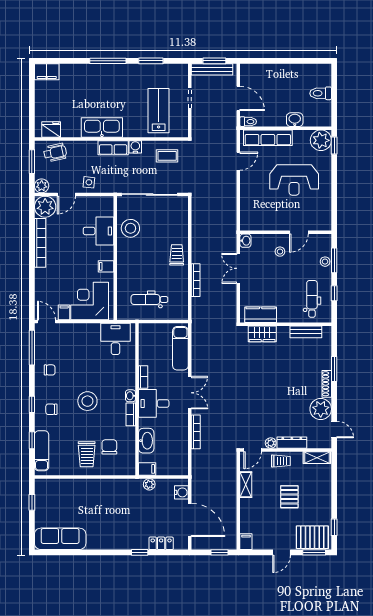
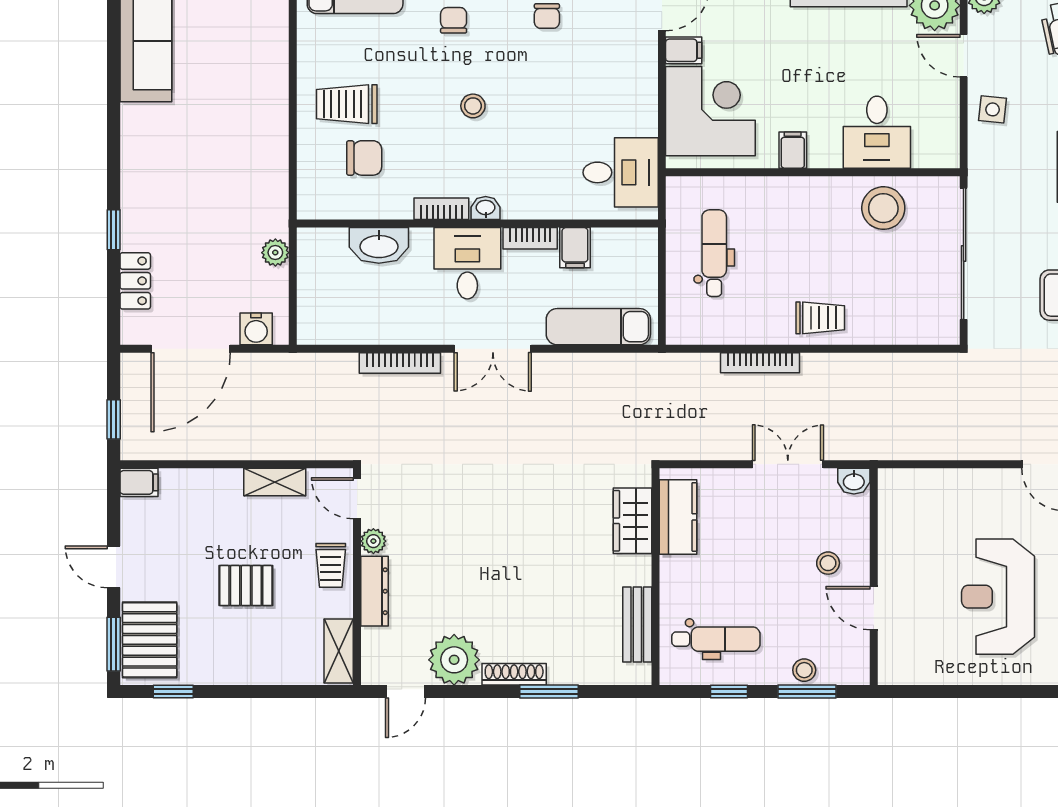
stool: (87, 401) -> (473, 106), width x0.53, depth x0.53
filing cabinet: (147, 469) -> (575, 248), moved

